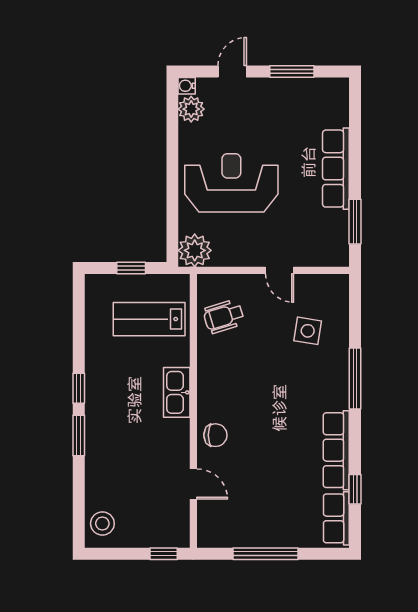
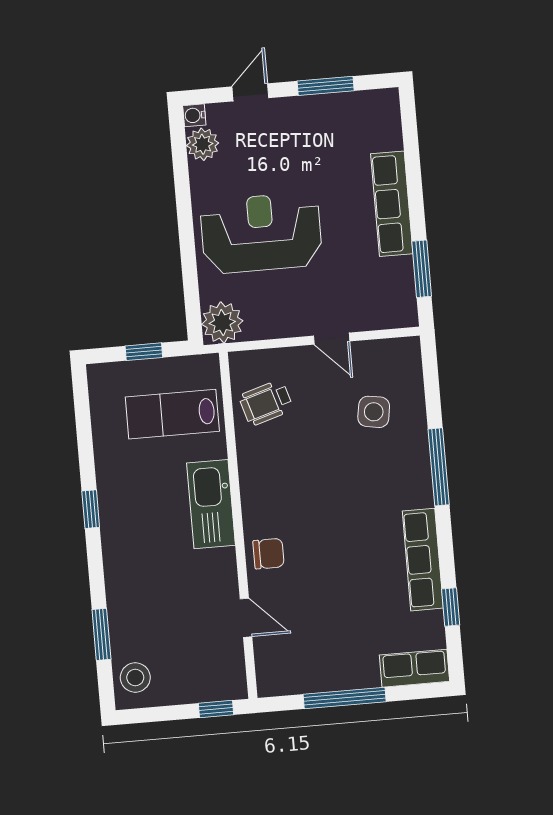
kitchen sink: (177, 392) -> (211, 504), width x1.36, depth x1.24
window: (79, 435) -> (101, 634), moved
row of seats: (336, 518) -> (414, 668), moved, turned 90

